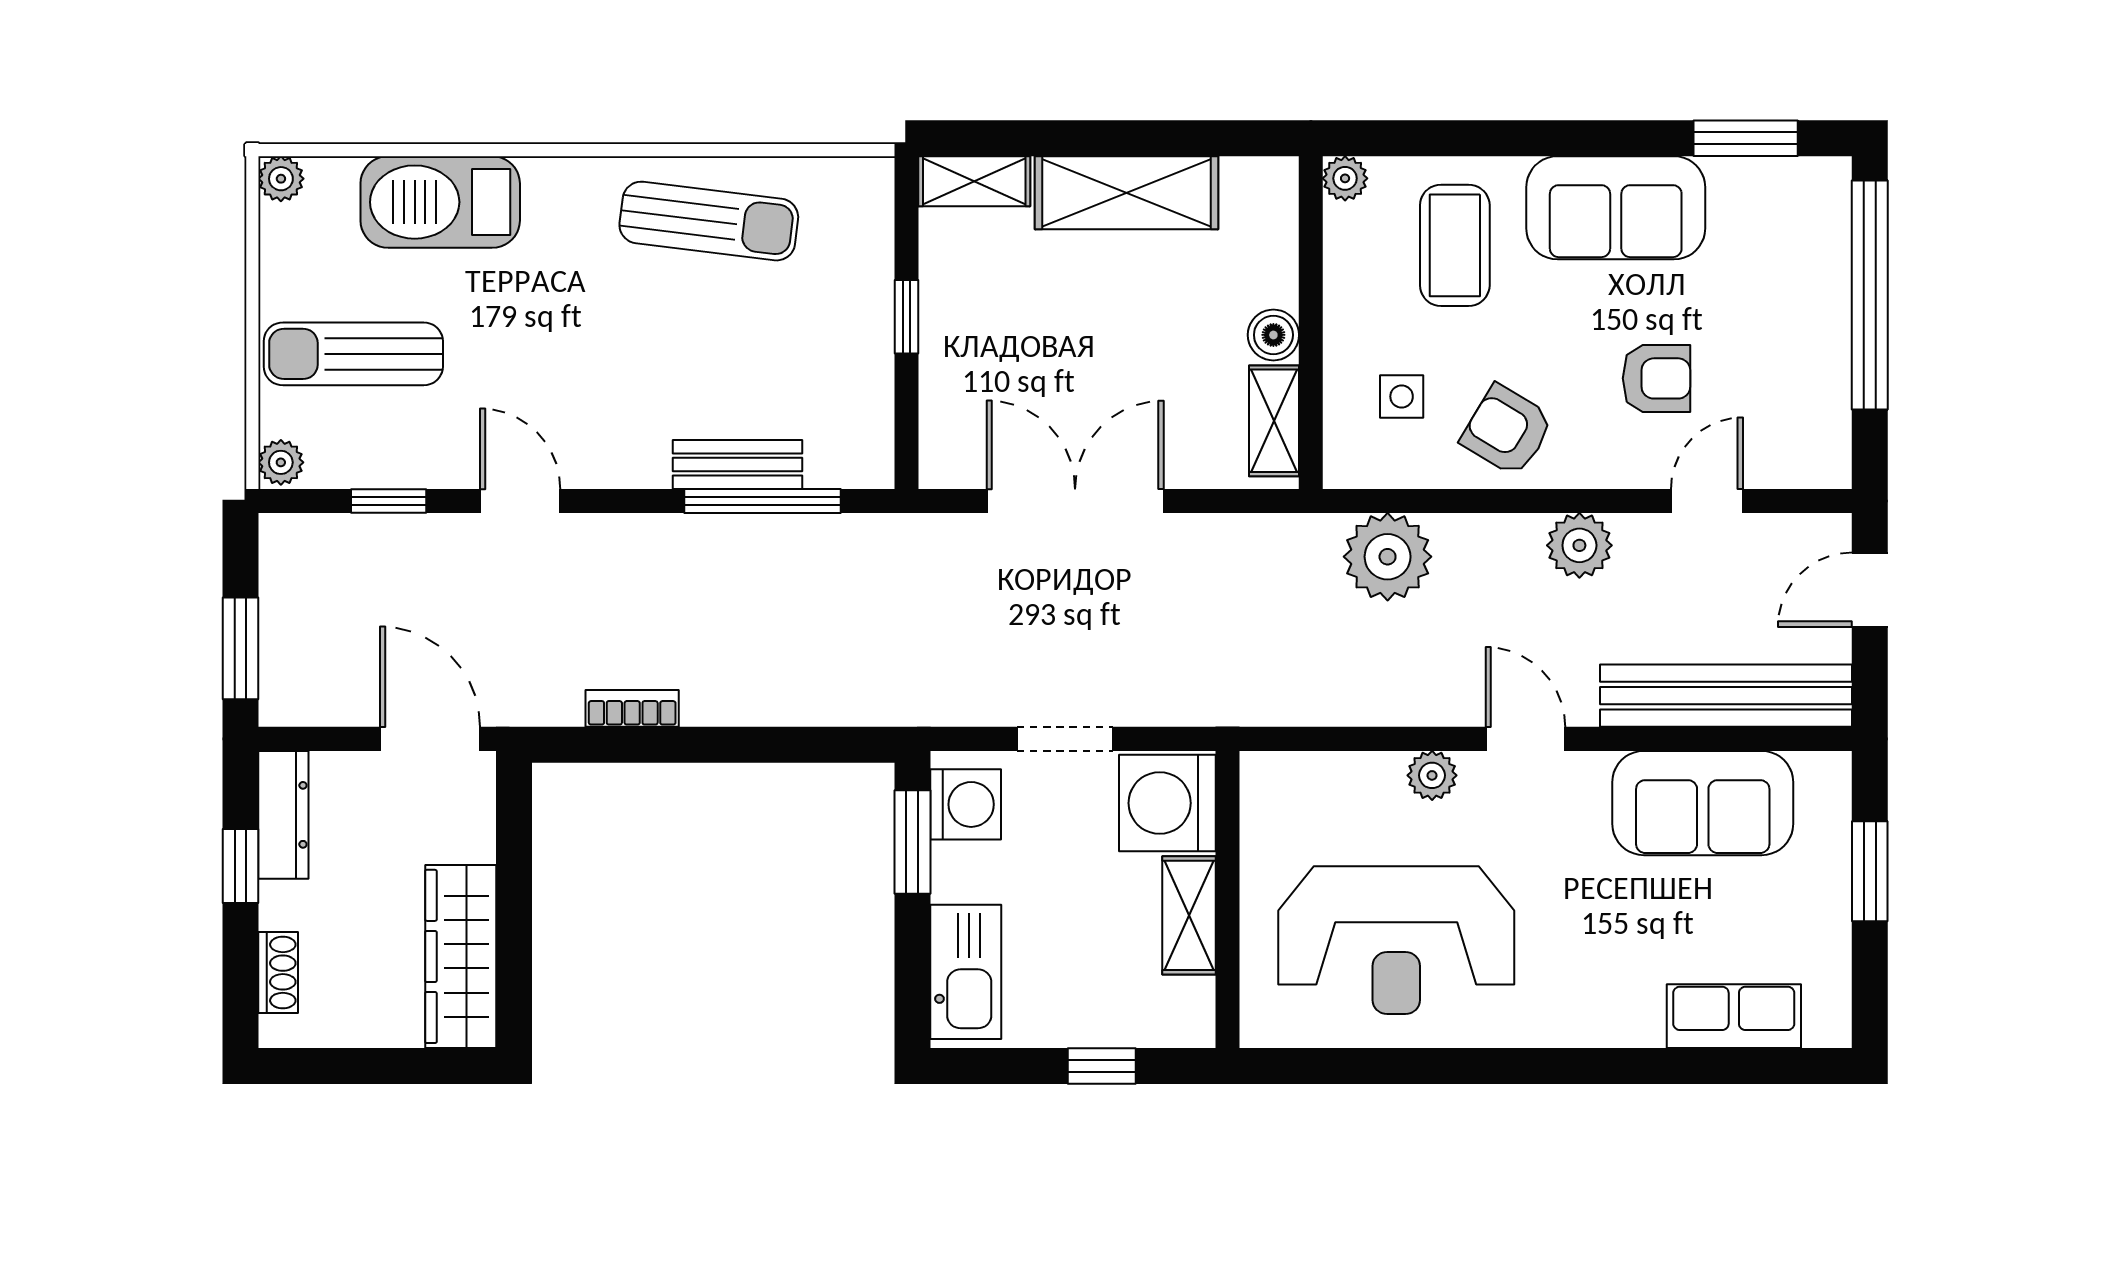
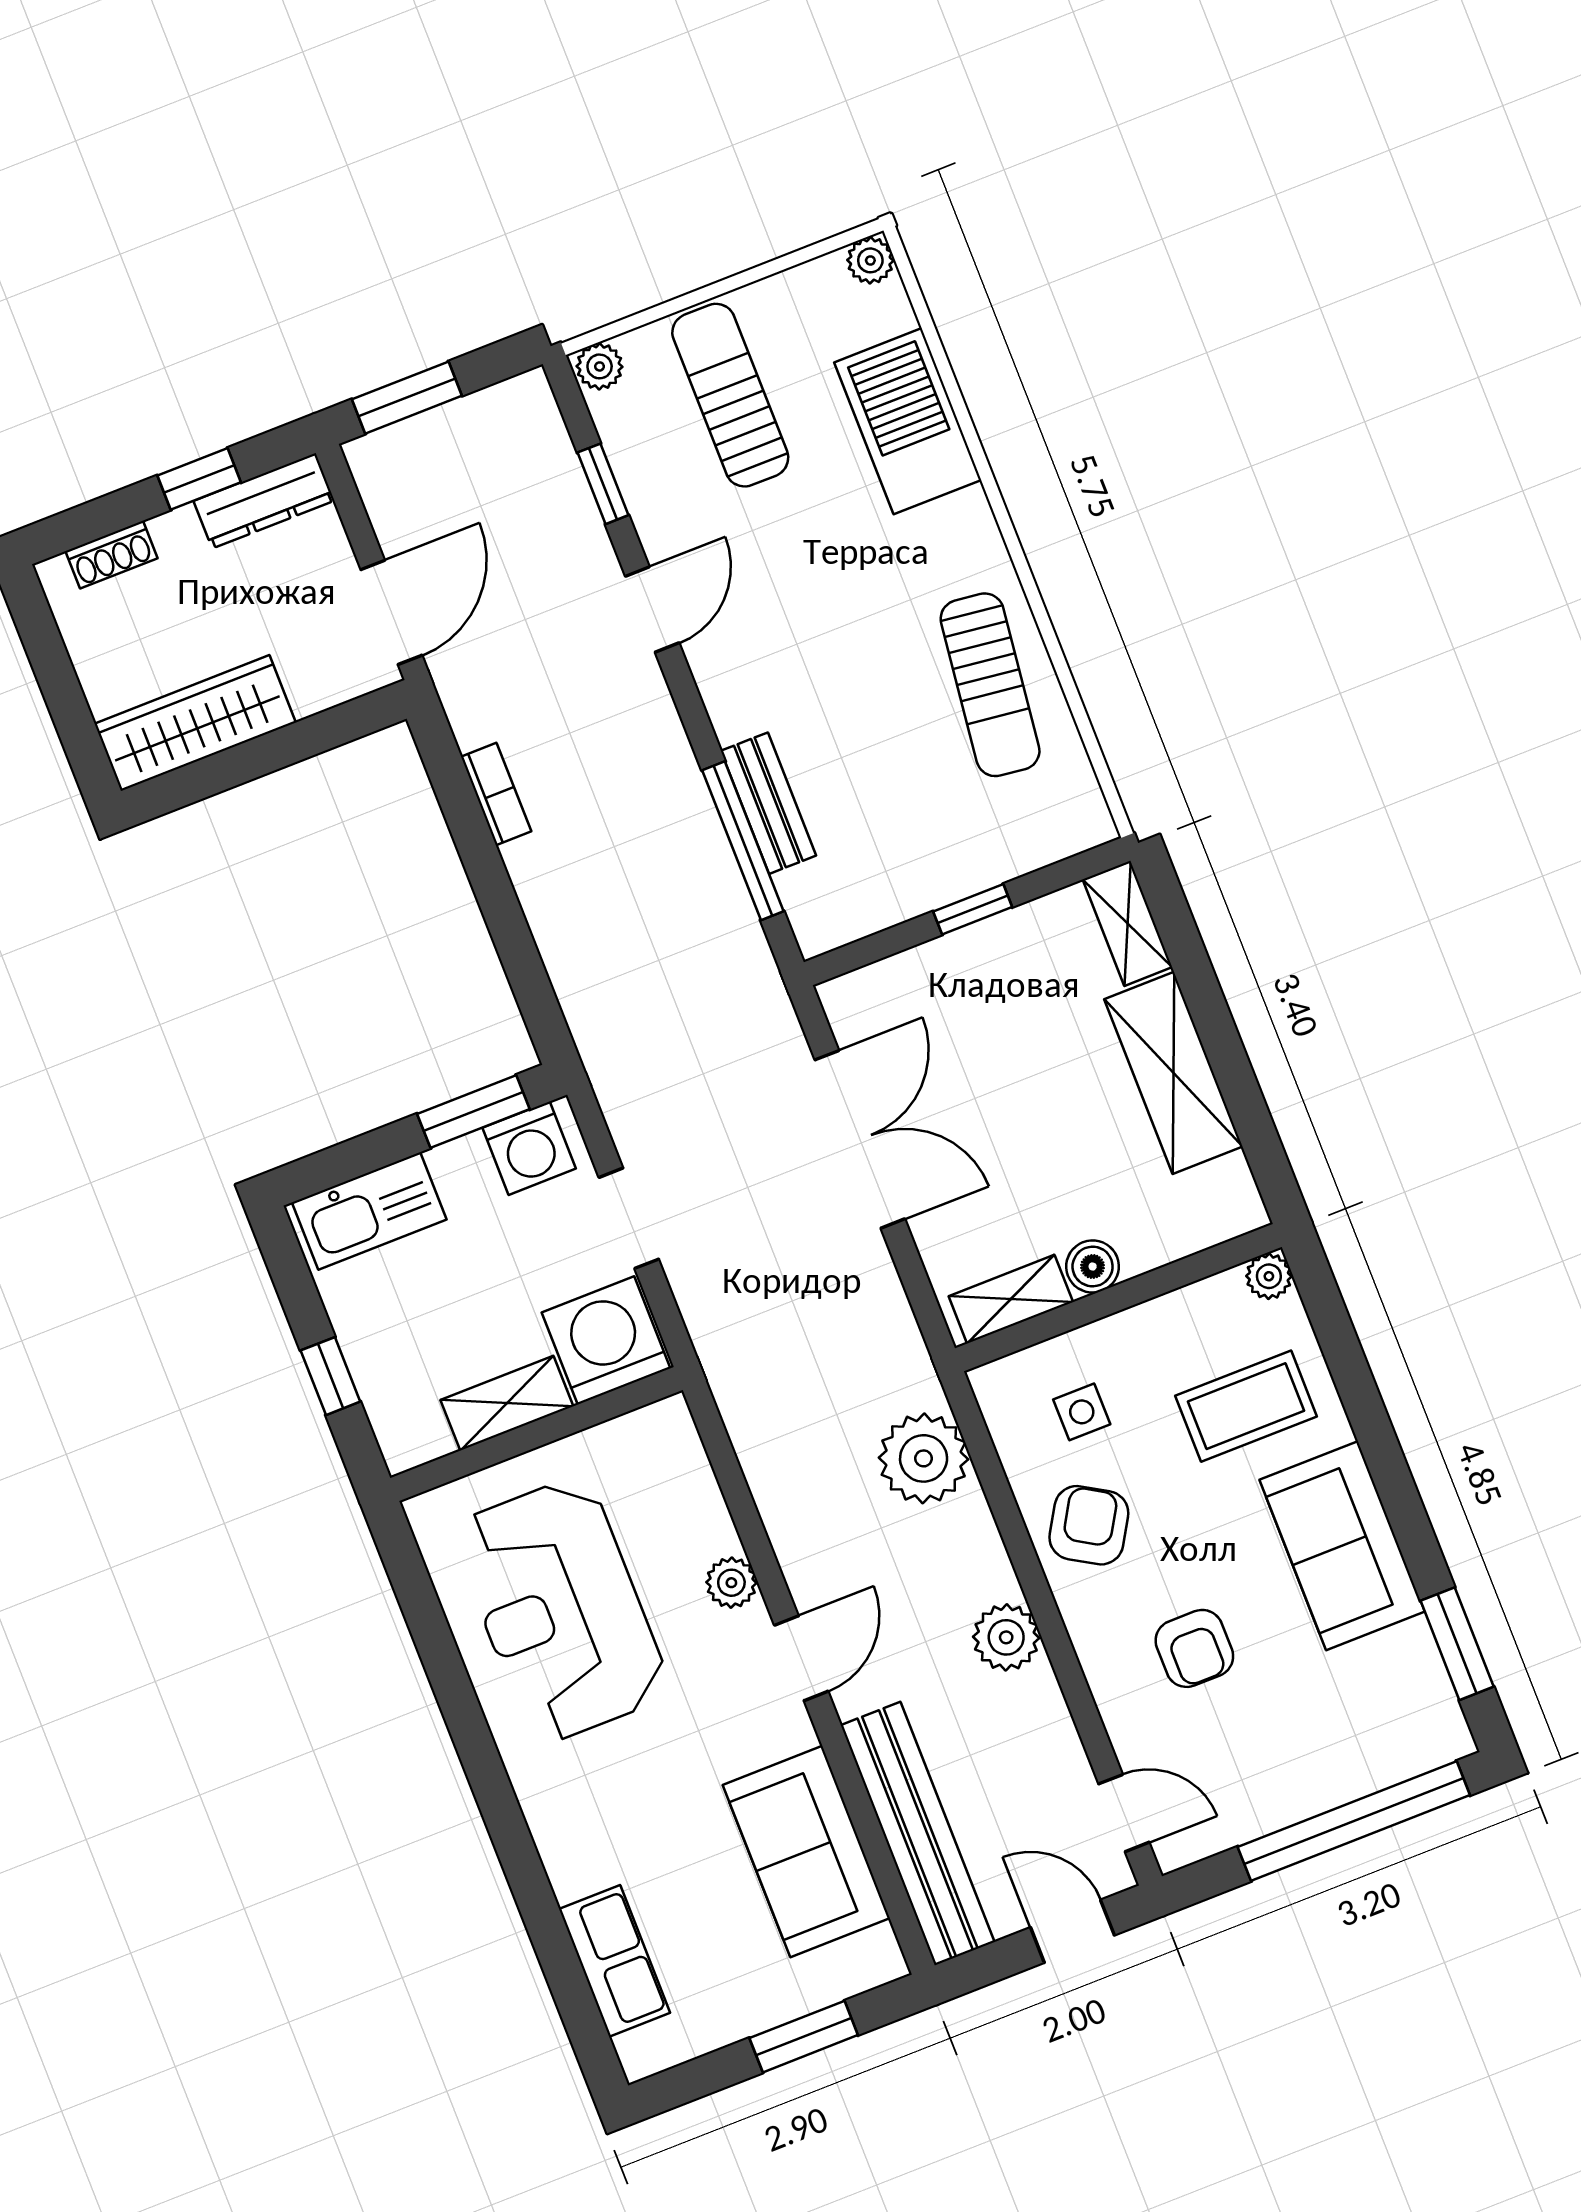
door: (1707, 501) -> (1124, 1813), moved

